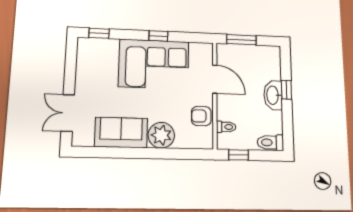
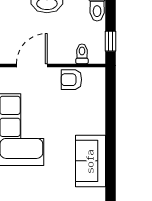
armchair: (201, 116) -> (71, 80), turned 90
plant: (161, 135) -> (92, 120), removed

